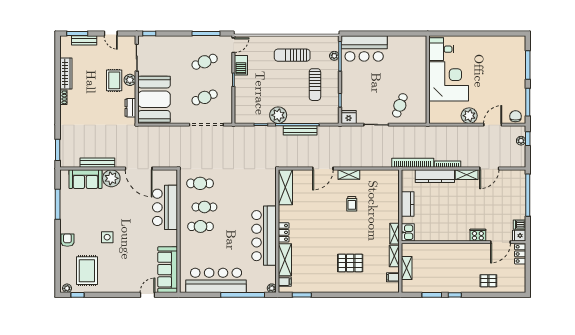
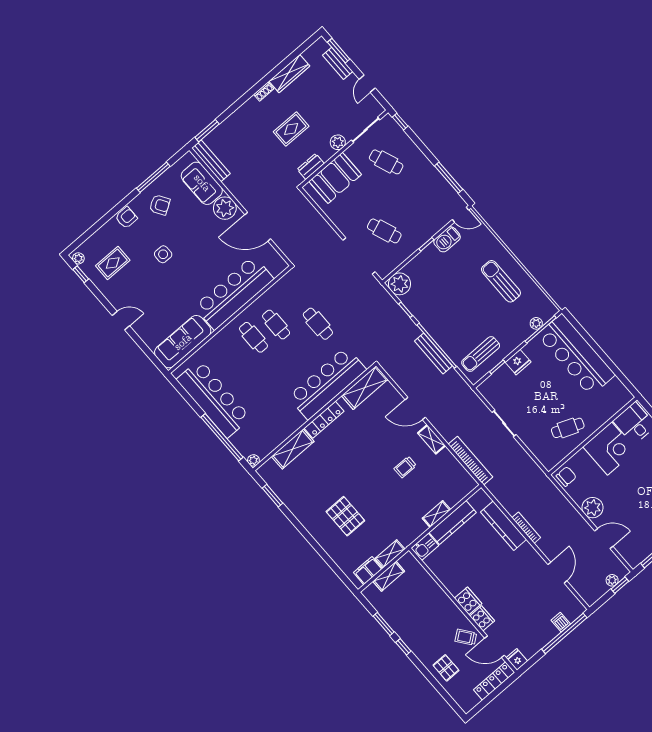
bar counter: (364, 48) -> (576, 355), width x1.36
cafe table: (205, 62) -> (386, 162), moved
rug: (114, 80) -> (291, 129), moved
corner desk: (449, 81) -> (609, 449), width x0.74, depth x0.74
sun lounger: (315, 85) -> (481, 354), moved
booth: (154, 99) -> (335, 178), width x0.73, depth x0.70
cafe table: (400, 105) -> (568, 428), moved
plant: (278, 115) -> (400, 284), moved
chair: (516, 116) -> (566, 476), moved
fridge: (349, 117) -> (518, 362), moved, turned 90
bench: (97, 163) -> (211, 161), moved
bookcase: (413, 163) -> (470, 461), moved
door: (139, 169) -> (258, 227), hinge flipped
door: (489, 169) -> (557, 573), swing flipped
shelving: (467, 175) -> (532, 556), removed
cafe table: (200, 183) -> (318, 324), moved
kitchen counter: (408, 204) -> (453, 522), width x1.50
bar counter: (165, 207) -> (234, 293), width x1.36
armchair: (77, 214) -> (160, 205), added
dishwasher: (519, 225) -> (561, 622), moved
locker: (284, 232) -> (324, 420), width x1.53
shelving: (395, 234) -> (436, 514), moved
cooker: (461, 234) -> (468, 601), added
bar counter: (264, 236) -> (327, 383), moved
trolley: (481, 254) -> (466, 637), added
locker: (520, 254) -> (494, 681), width x1.53
rug: (87, 271) -> (113, 263), width x0.73, depth x0.70
filing cabinet: (393, 277) -> (368, 571), width x2.00
filing cabinet: (285, 282) -> (271, 467), removed
door: (147, 295) -> (121, 321), moved

